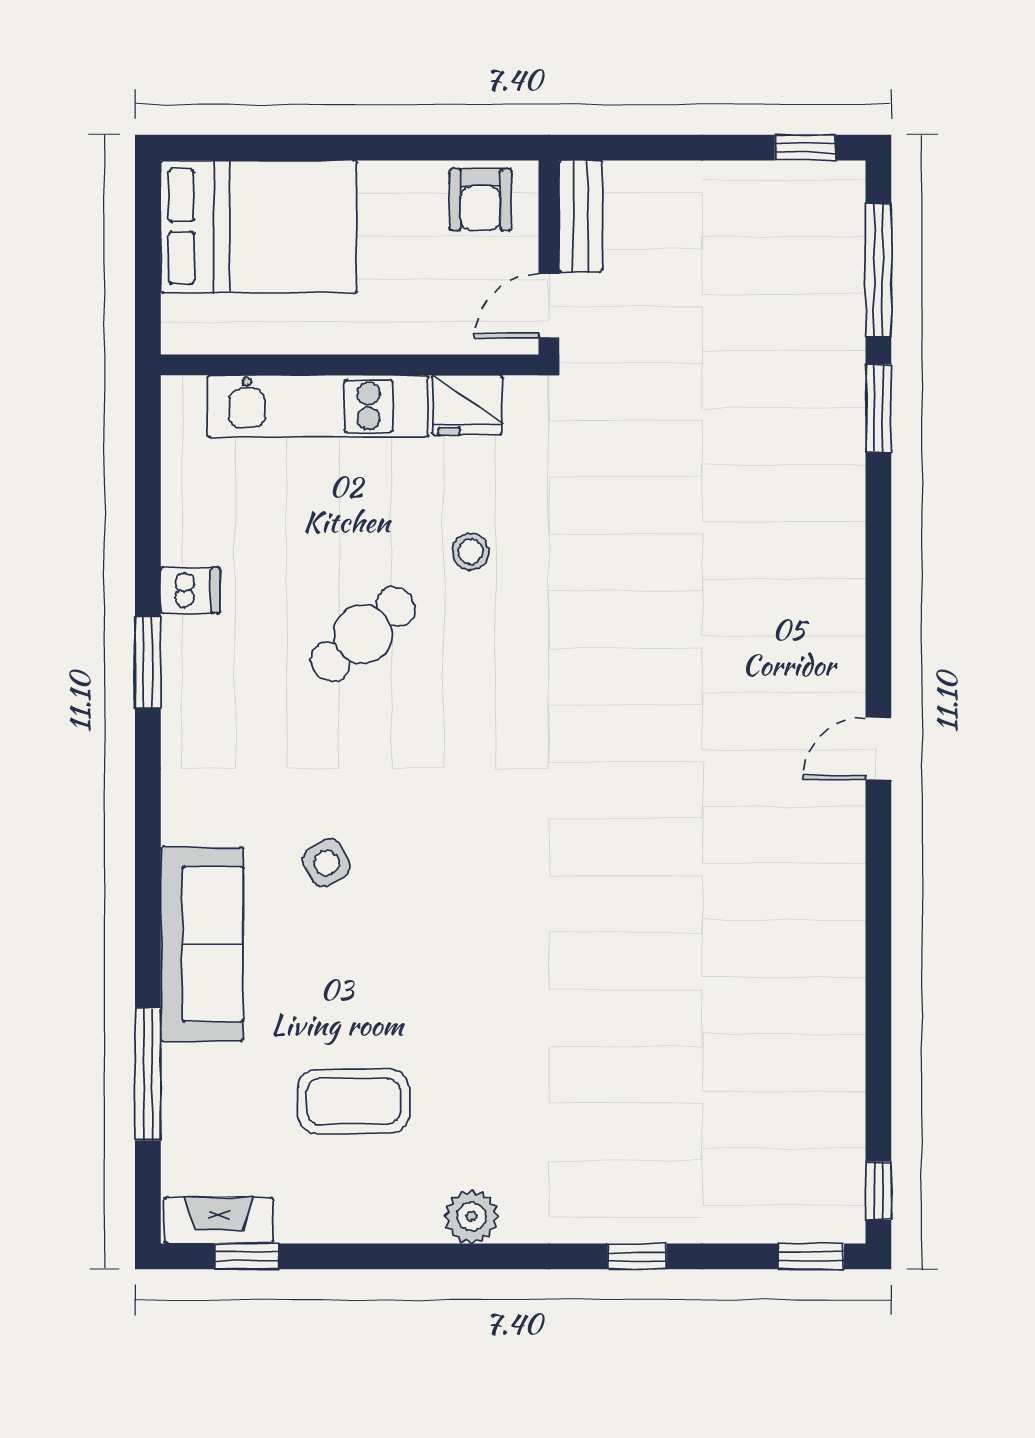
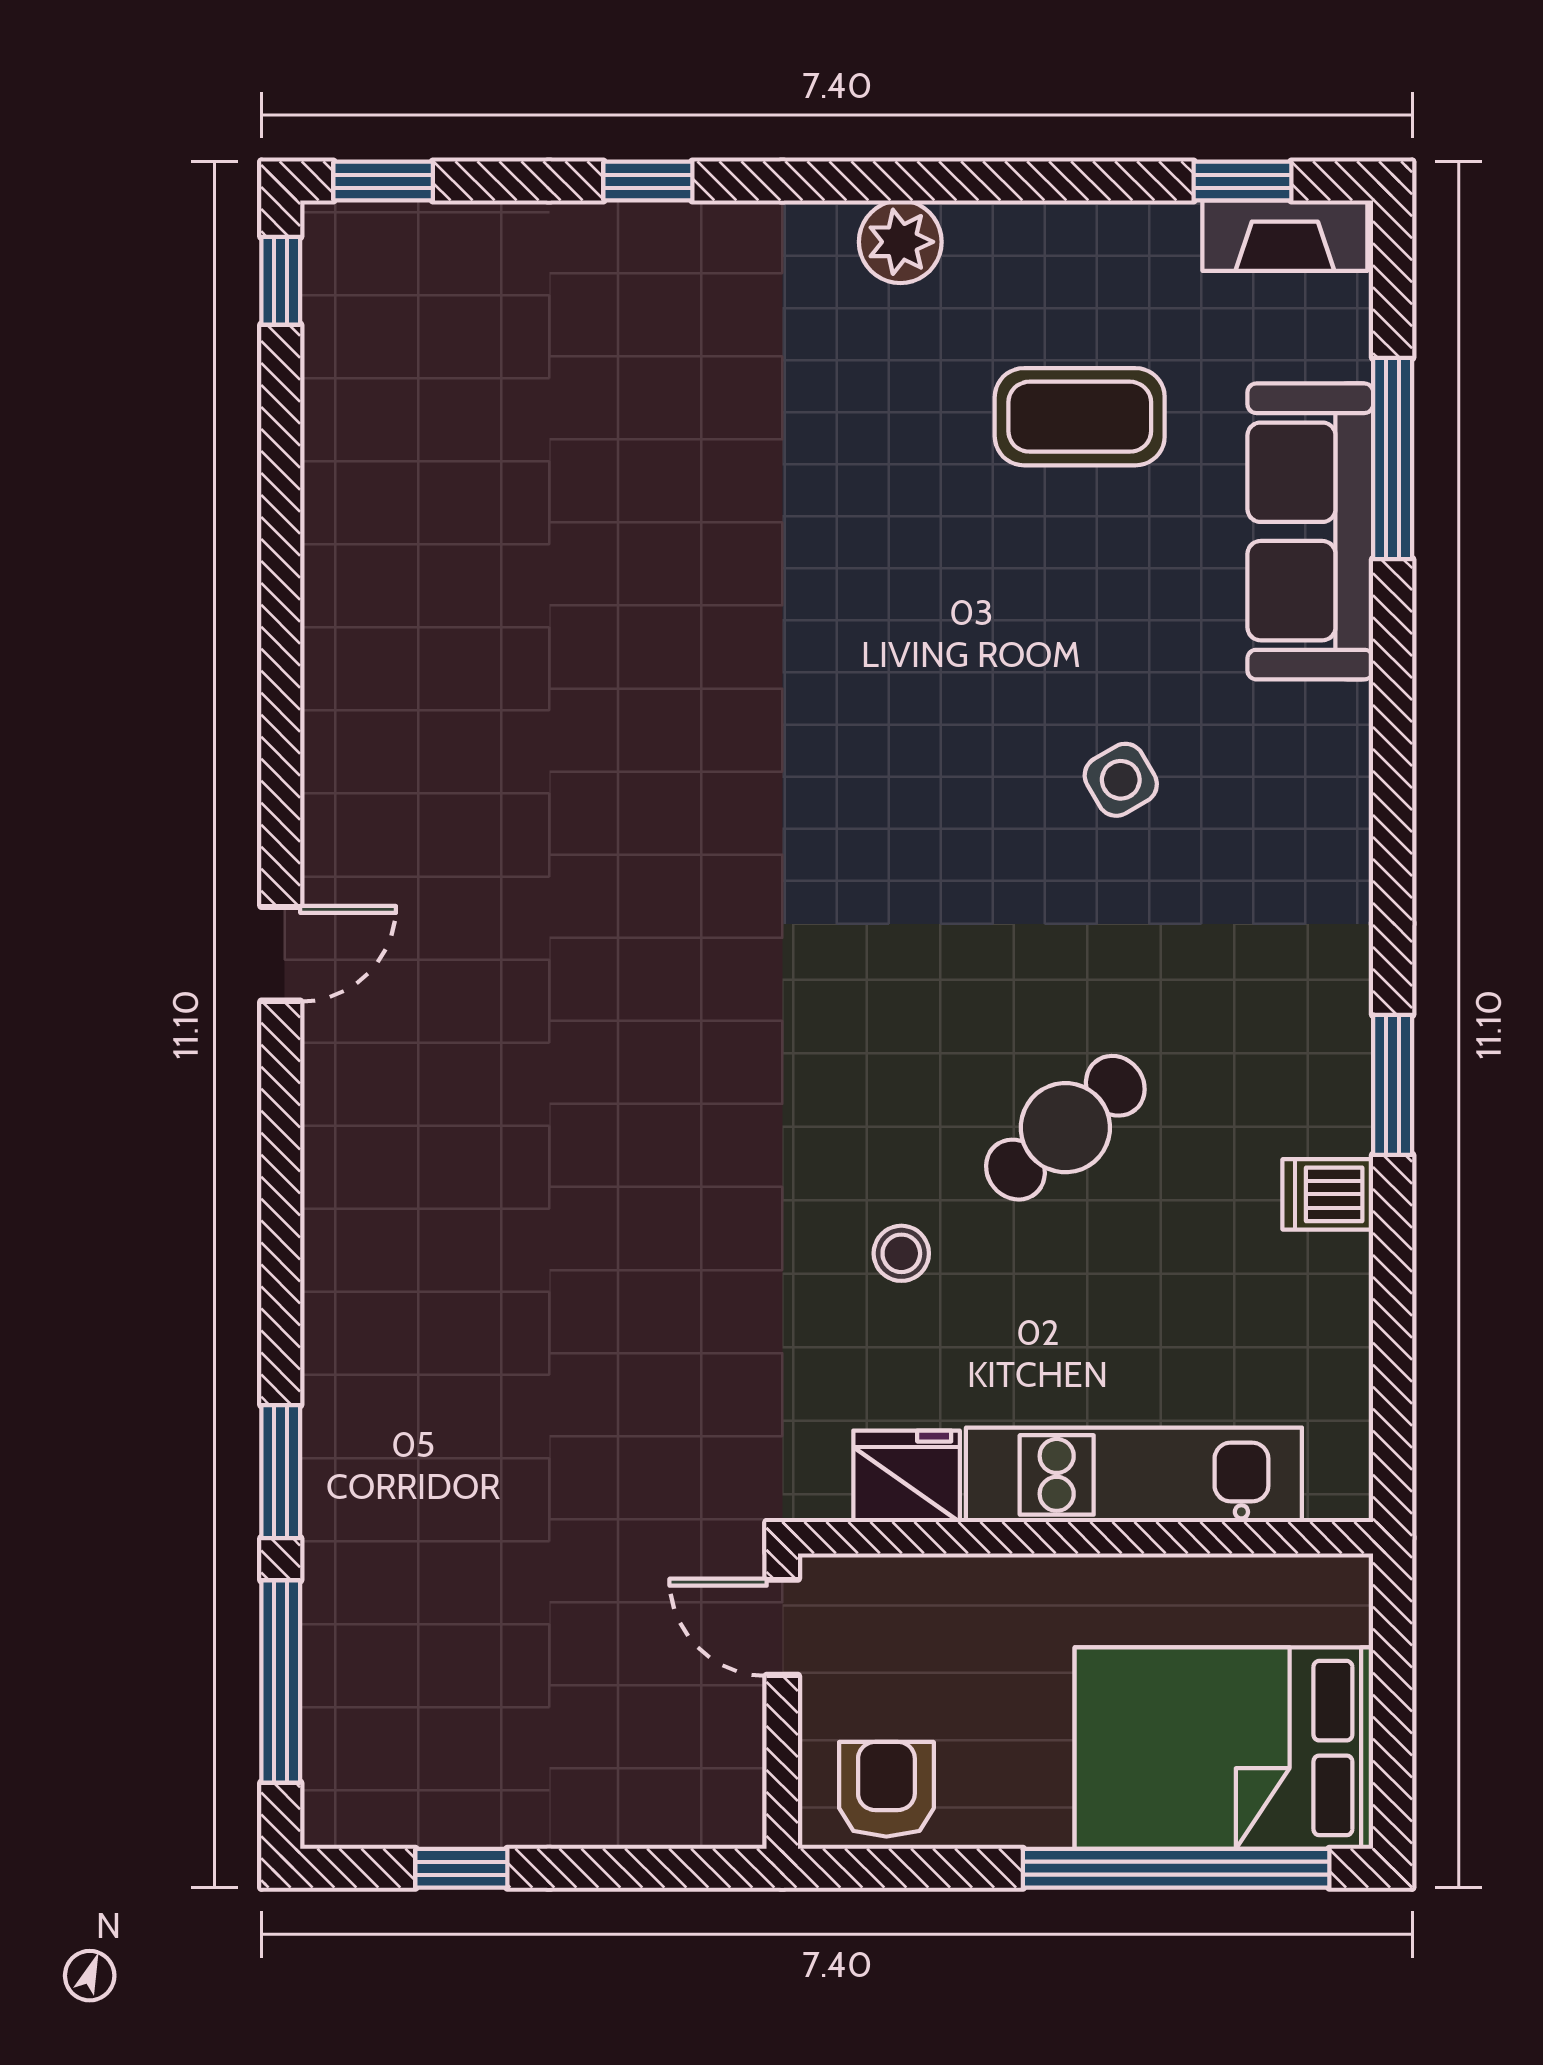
window: (290, 148) -> (1176, 1868), added
window: (805, 148) -> (461, 1868), moved
bench: (580, 216) -> (734, 1764), removed
door: (549, 306) -> (782, 1627), swing flipped
sofa: (202, 944) -> (1310, 531), moved

